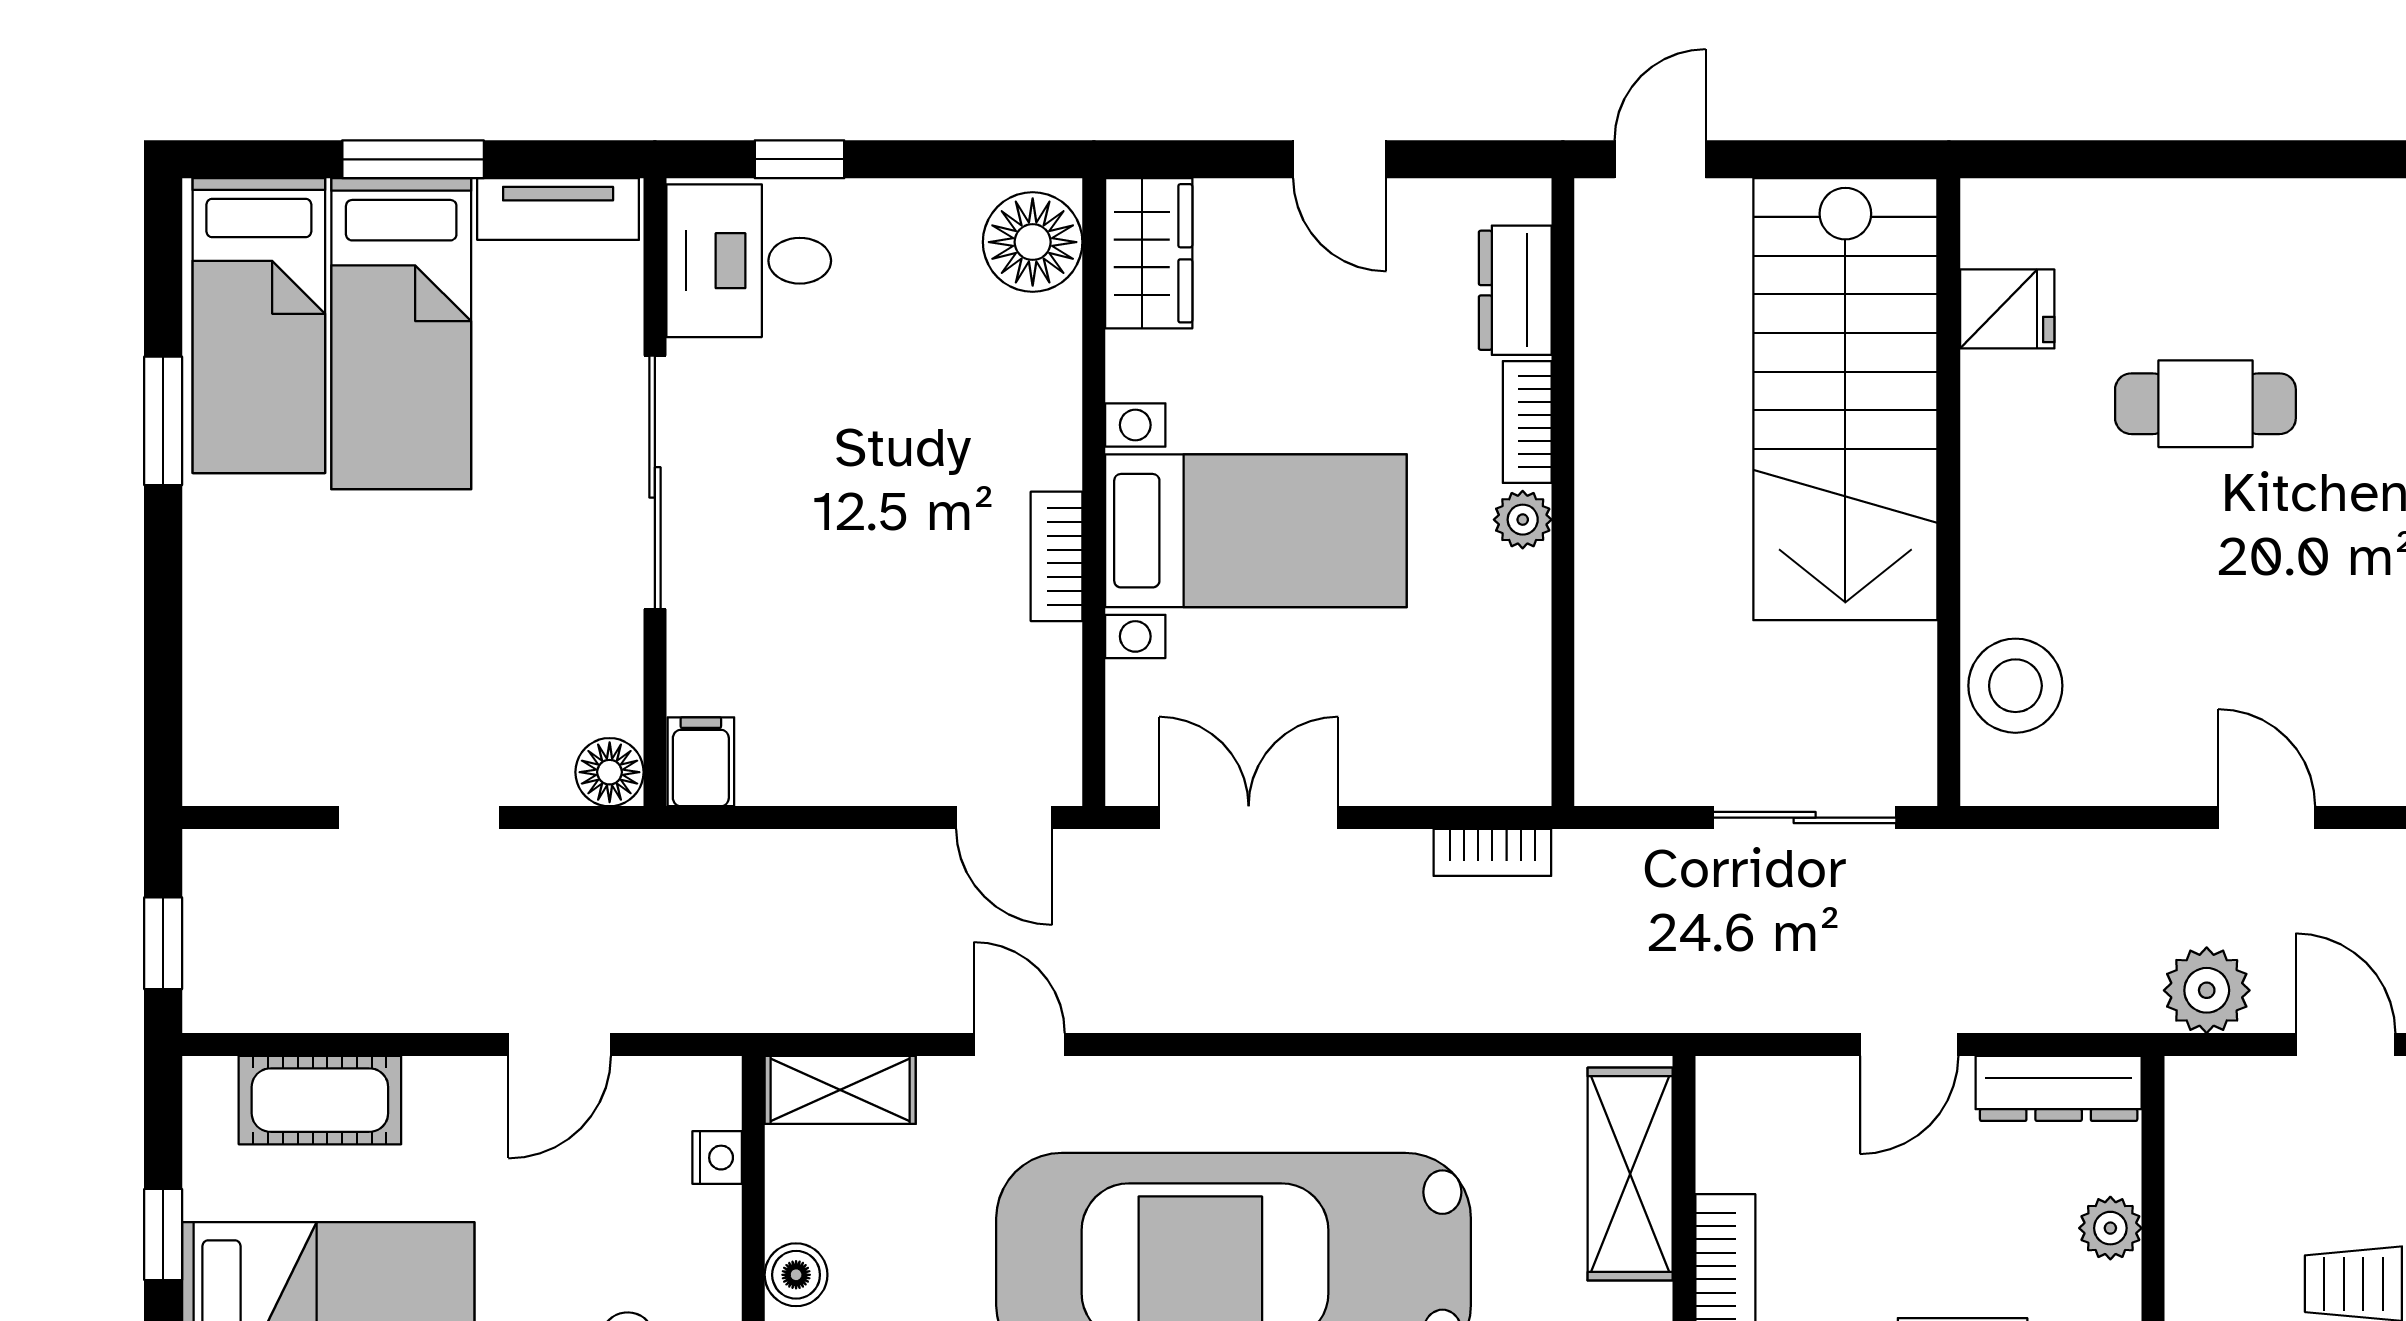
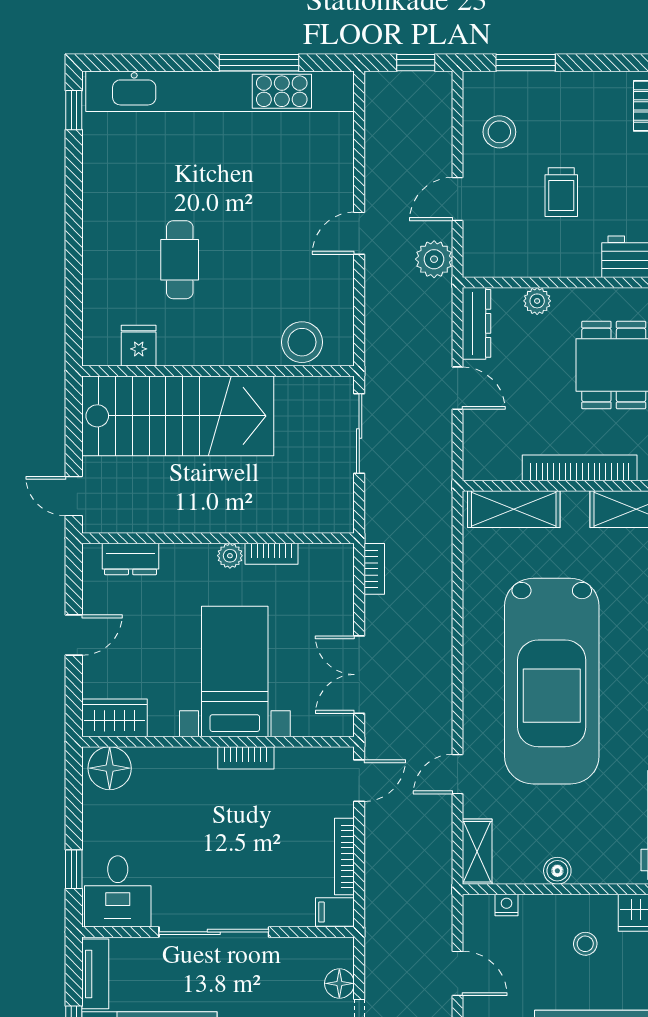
bookcase: (1527, 422) -> (272, 554), moved
floor lamp: (610, 772) -> (339, 983), moved
bookcase: (829, 783) -> (344, 856), added

